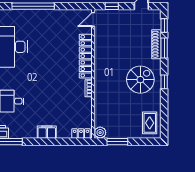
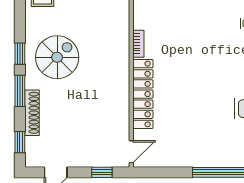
window: (164, 48) -> (20, 91), moved
spiral stairs: (140, 80) -> (57, 57), turned 180

